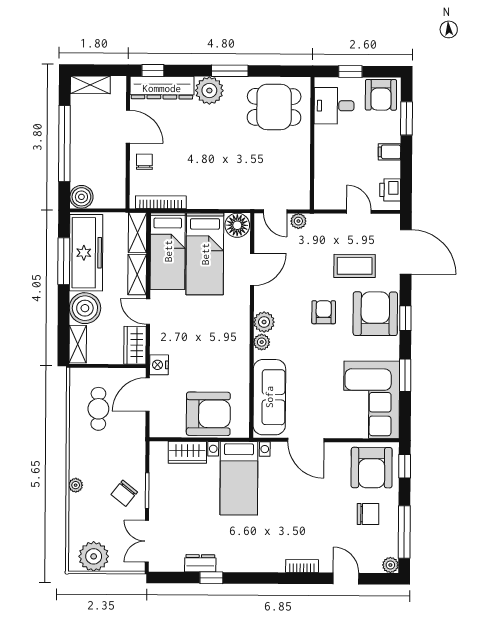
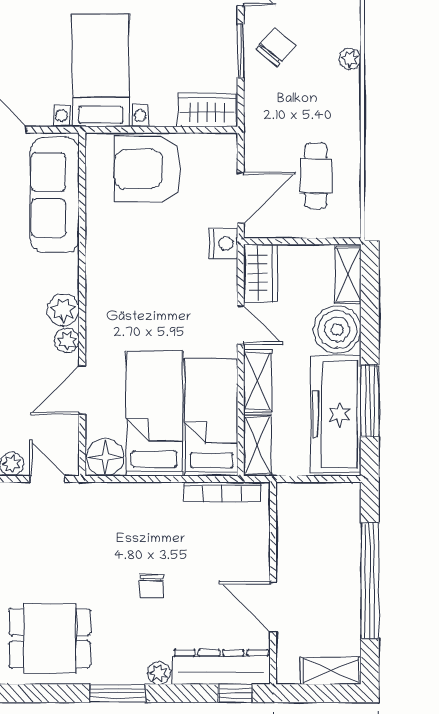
plant: (209, 91) -> (159, 673), width x0.53, depth x0.53
chair: (144, 162) -> (151, 586), moved
boiler: (81, 197) -> (343, 500), removed
plant: (262, 342) -> (67, 340), moved
wardrobe: (187, 452) -> (207, 110), moved

